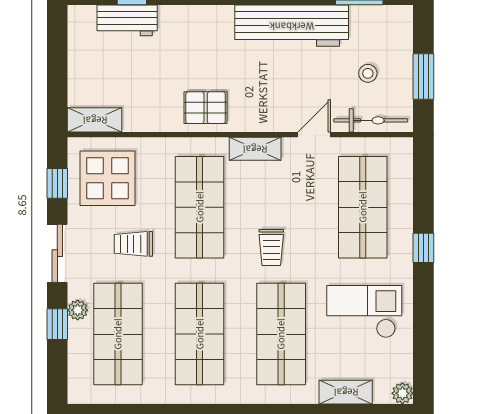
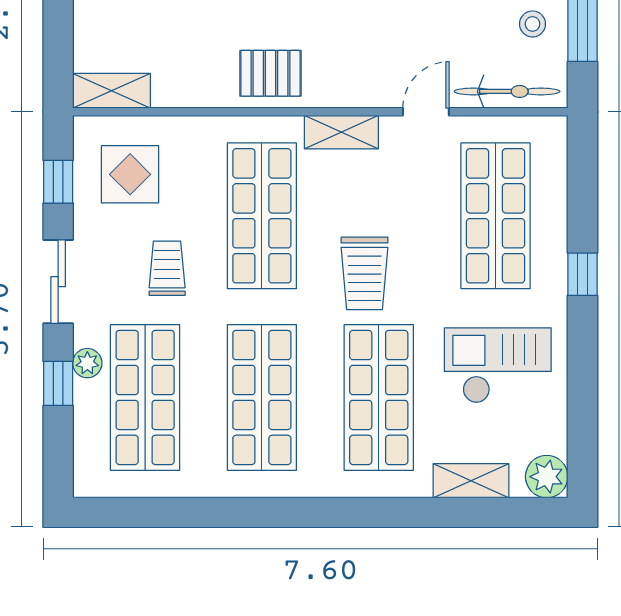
stool: (368, 73) -> (532, 24), moved
display table: (107, 178) -> (130, 174), width x0.73, depth x0.73
trolley: (133, 244) -> (167, 268), turned 90
trolley: (271, 247) -> (365, 273), width x1.36, depth x1.39
plant: (402, 393) -> (547, 477), width x1.38, depth x1.38

